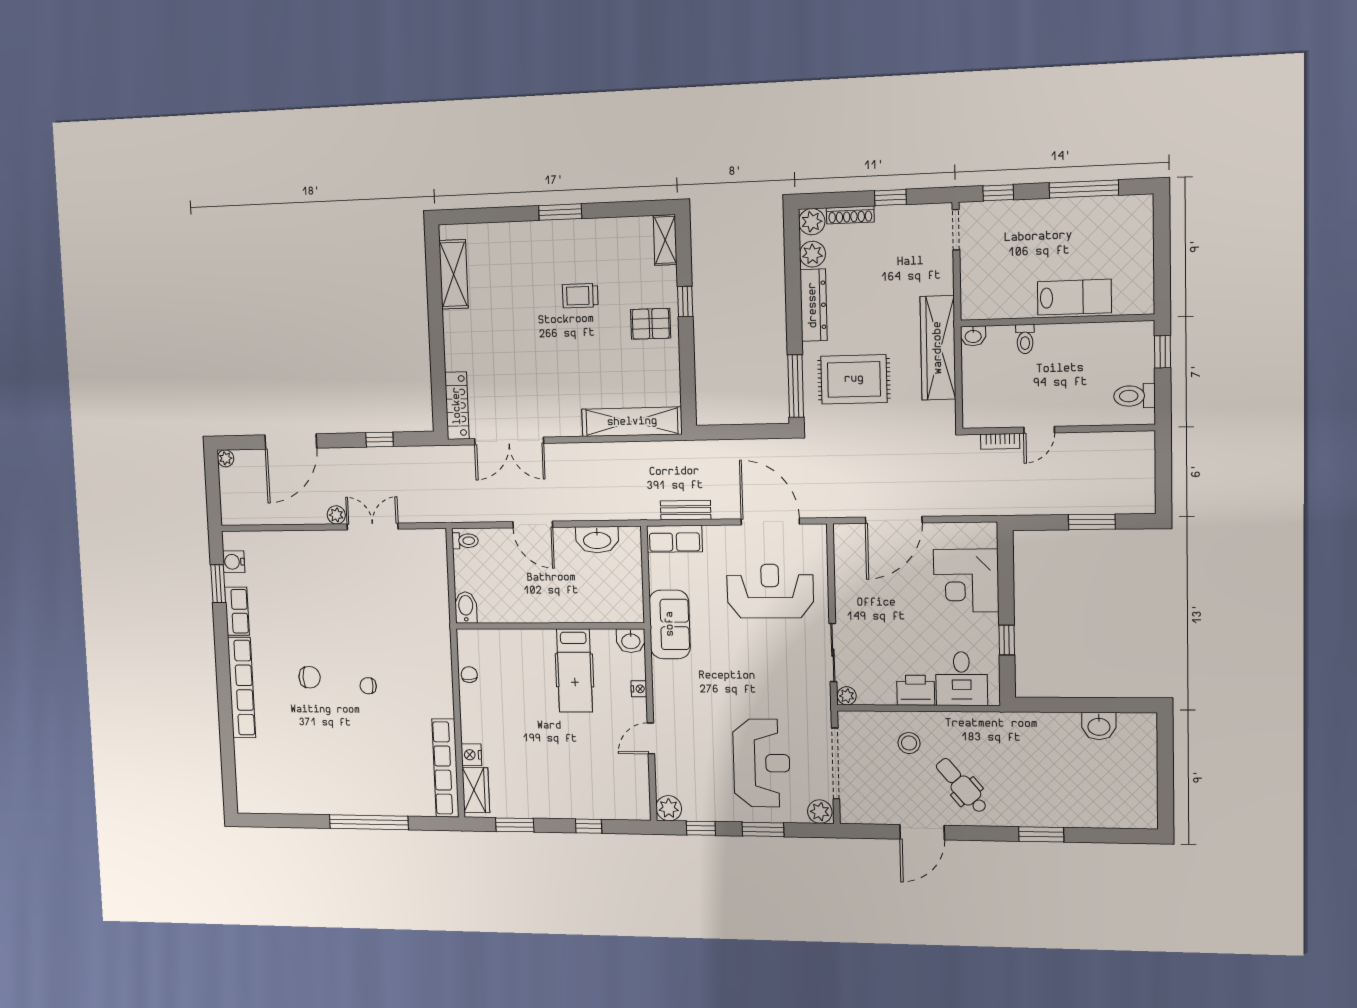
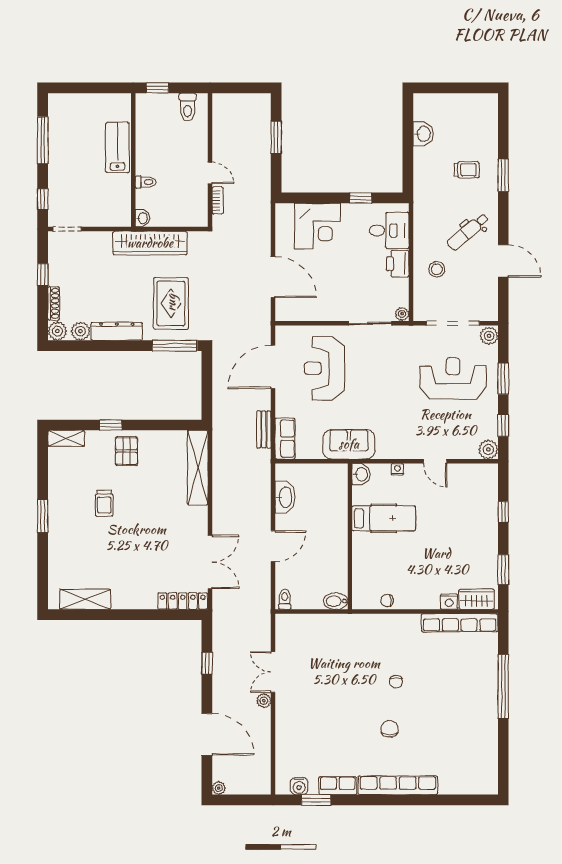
trolley: (1048, 785) -> (467, 170), added

